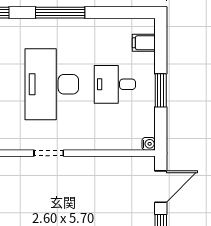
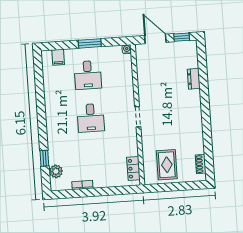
window: (60, 13) -> (41, 116), removed
desk: (52, 84) -> (91, 118), width x0.53, depth x0.77

